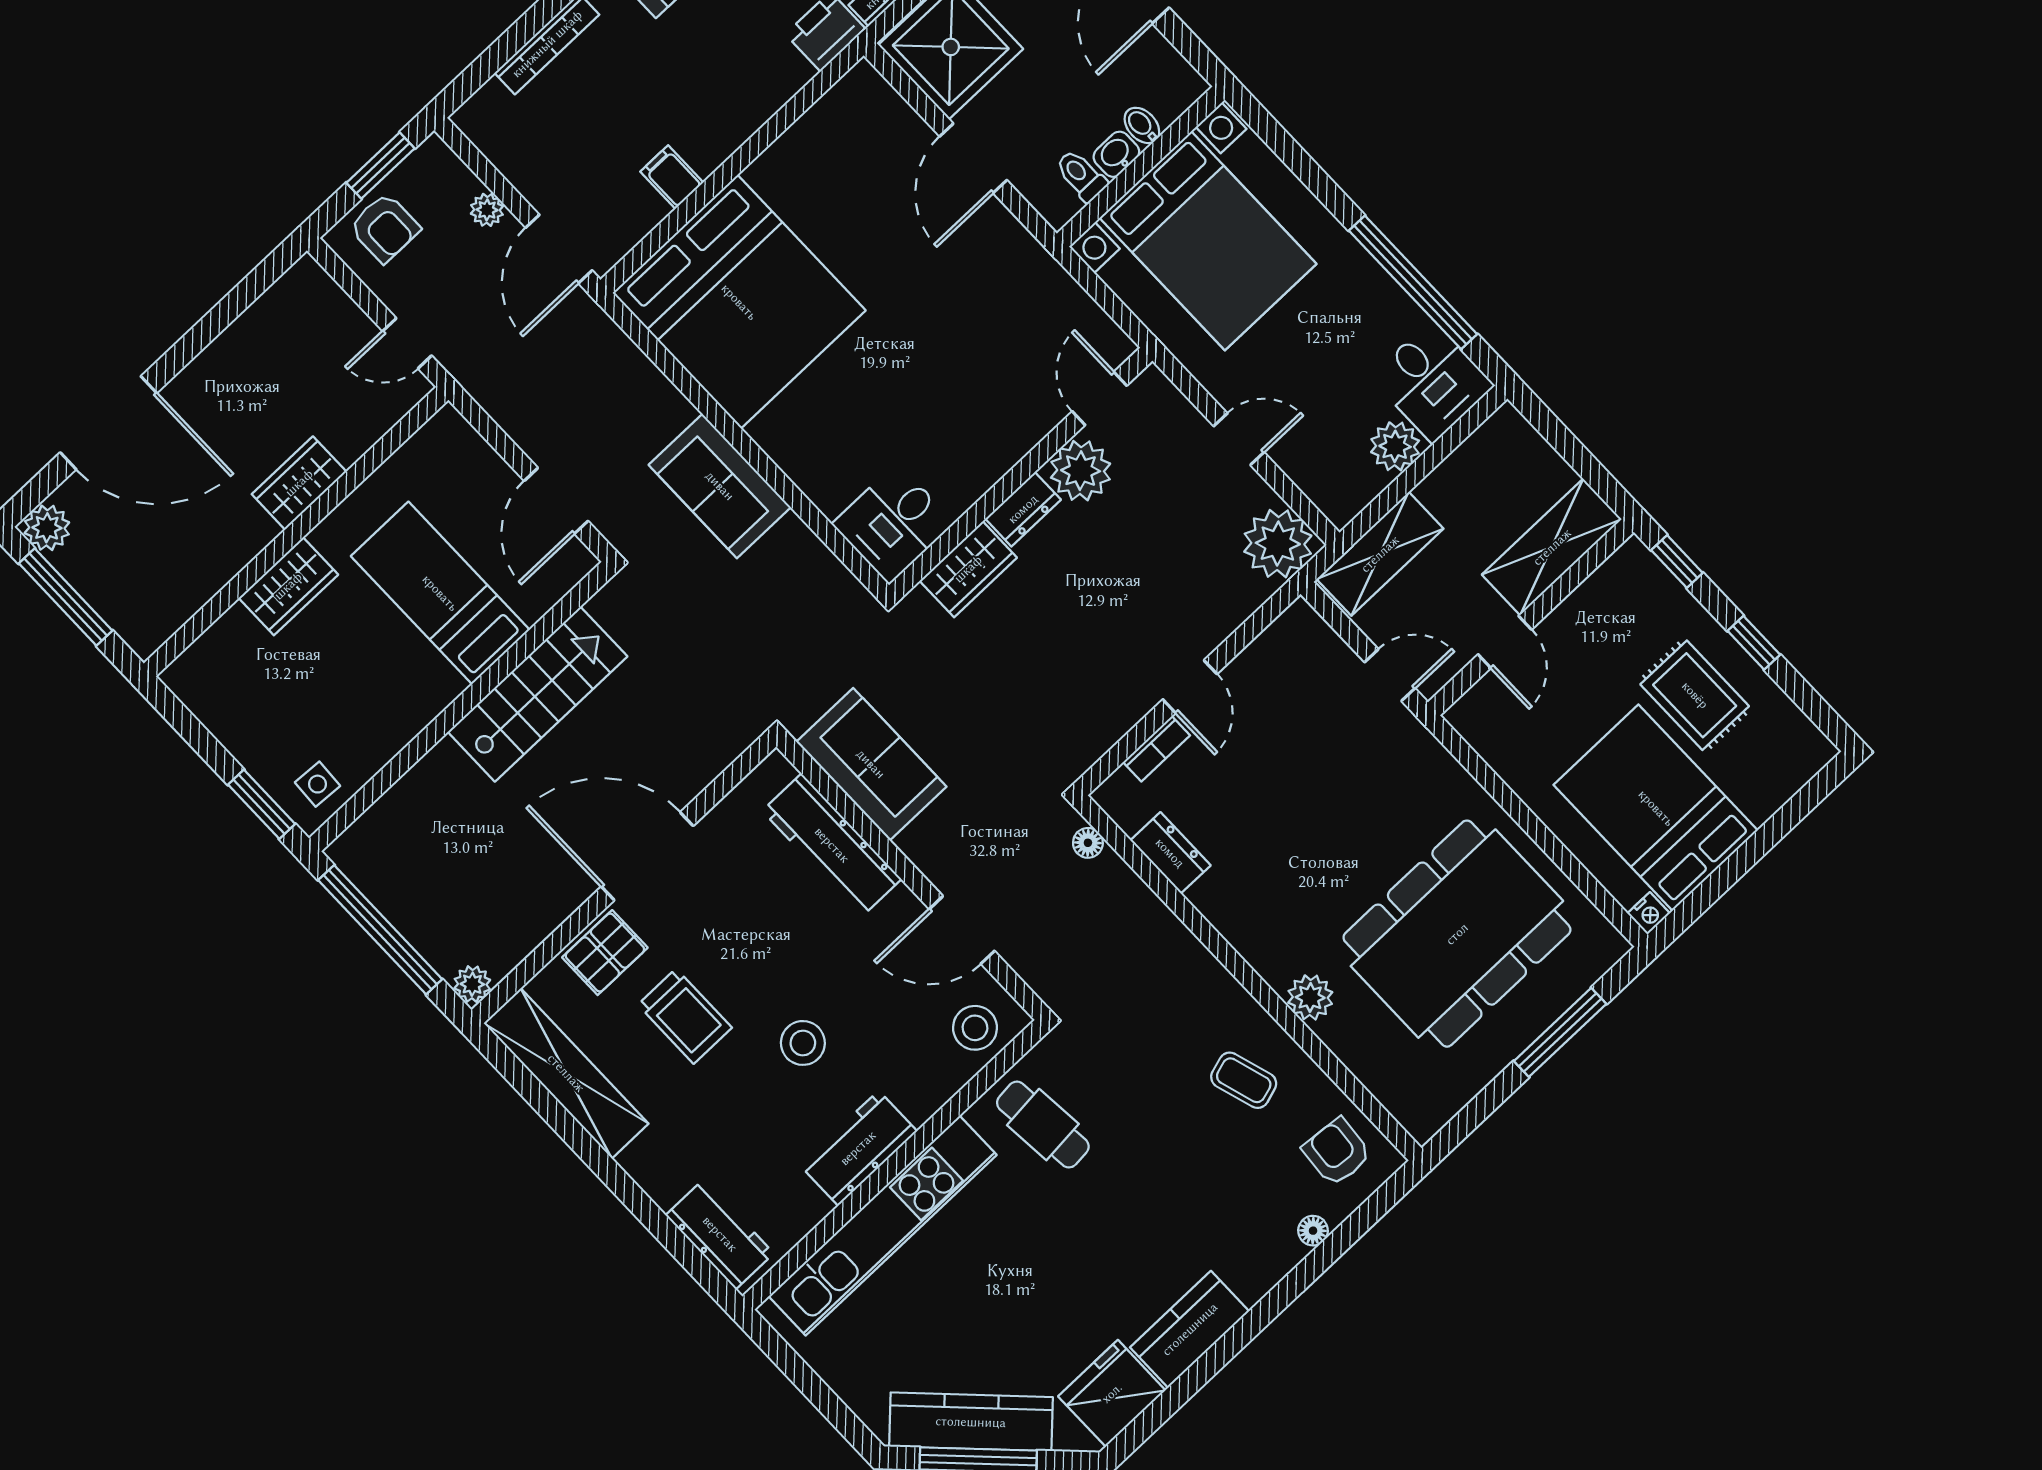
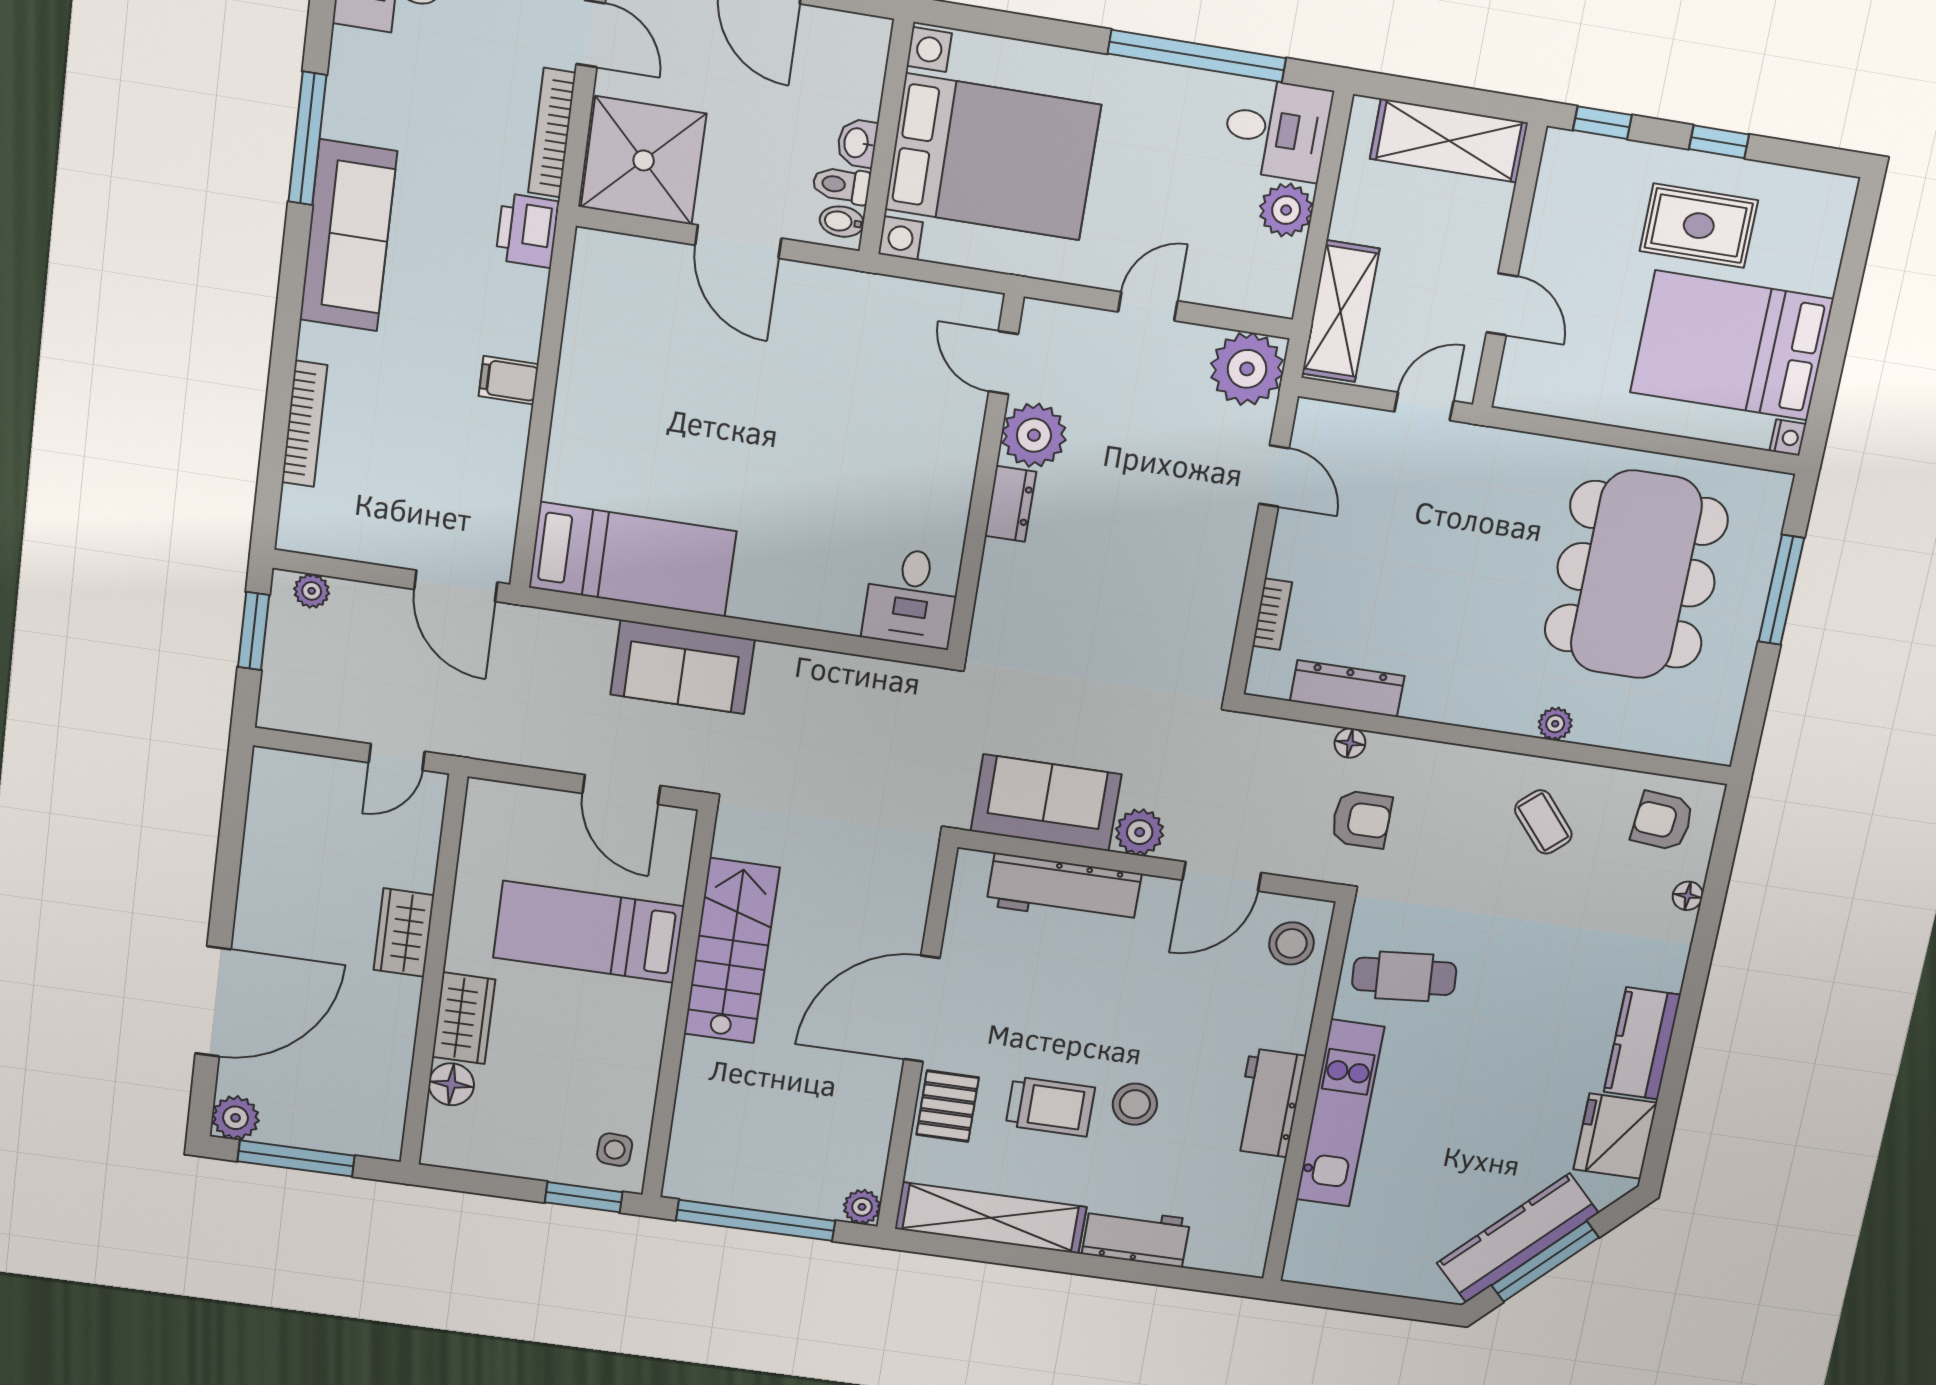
bidet: (1142, 125) -> (842, 222), moved
filing cabinet: (672, 177) -> (509, 380), moved
plant: (487, 210) -> (312, 591), moved
armchair: (385, 228) -> (1361, 819), moved
bed: (739, 302) -> (633, 559), width x0.49
sofa: (720, 486) -> (683, 667), moved
shelving: (1552, 547) -> (1449, 141), moved, turned 90
wardrobe: (968, 569) -> (1003, 587), removed
floor lamp: (235, 632) -> (451, 1084), added
door: (1190, 687) -> (1274, 476), moved
floor lamp: (1088, 843) -> (1350, 743), moved
plant: (925, 844) -> (1140, 832), added
dresser: (1170, 853) -> (1347, 689), width x1.44
plant: (1310, 997) -> (1555, 724), width x0.73, depth x0.73
stool: (803, 1043) -> (1135, 1104), moved
coffee table: (1244, 1080) -> (1543, 822), turned 66
kitchen unit: (883, 1226) -> (1340, 1113), width x0.73
workbench: (720, 1234) -> (1136, 1237), moved

